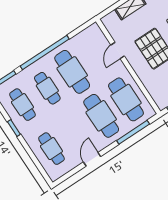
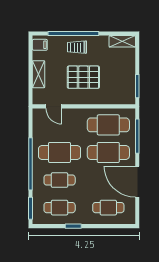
door: (118, 50) -> (54, 106), moved
door: (92, 159) -> (137, 182), width x1.87

